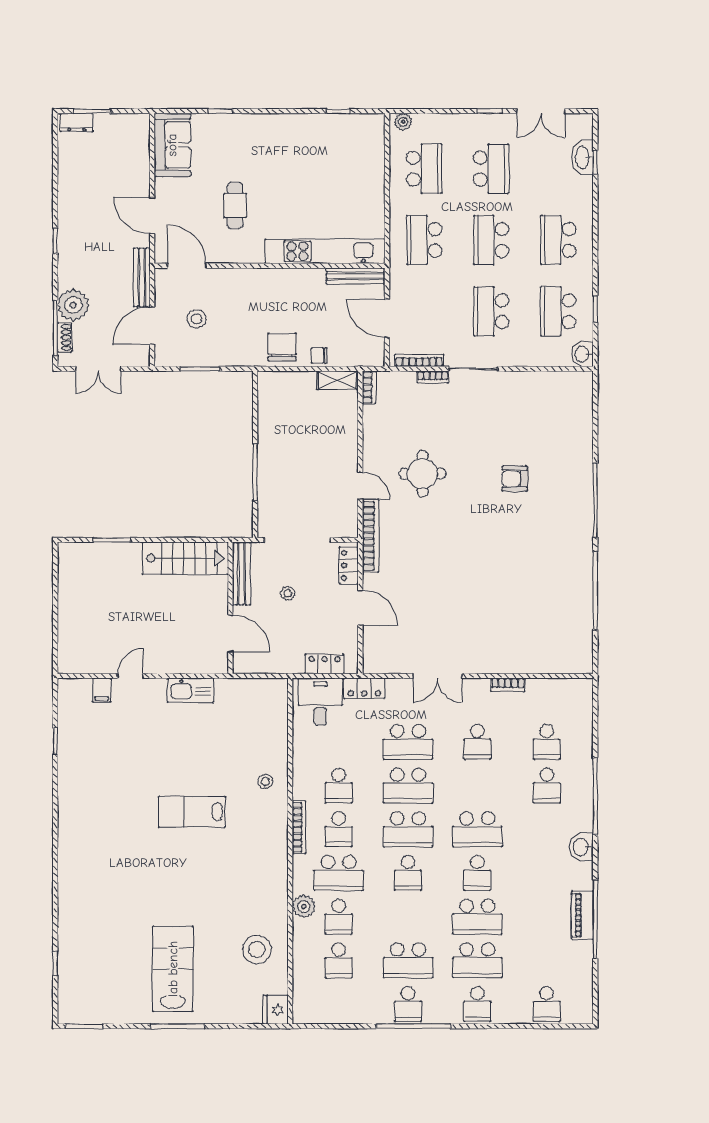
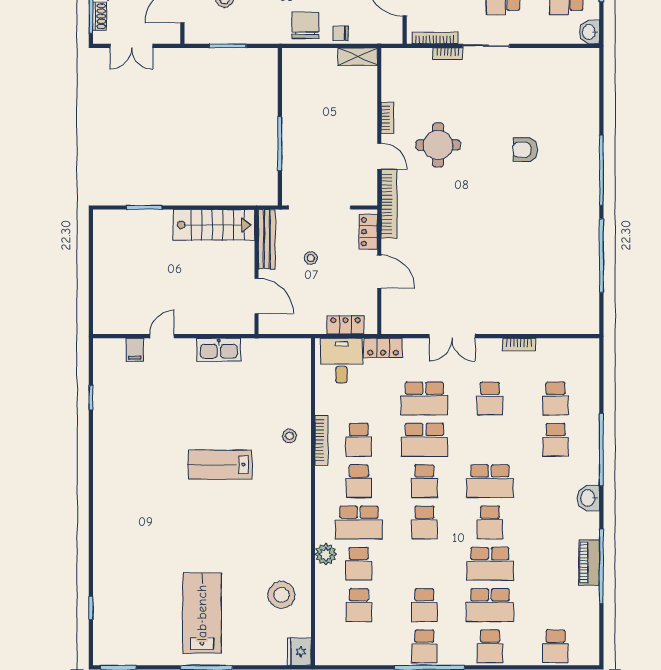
bookcase: (369, 387) -> (387, 118), moved
bookcase: (299, 827) -> (321, 440), moved
school desk: (408, 829) -> (424, 481), width x0.54
school desk: (408, 960) -> (424, 605), width x0.54

